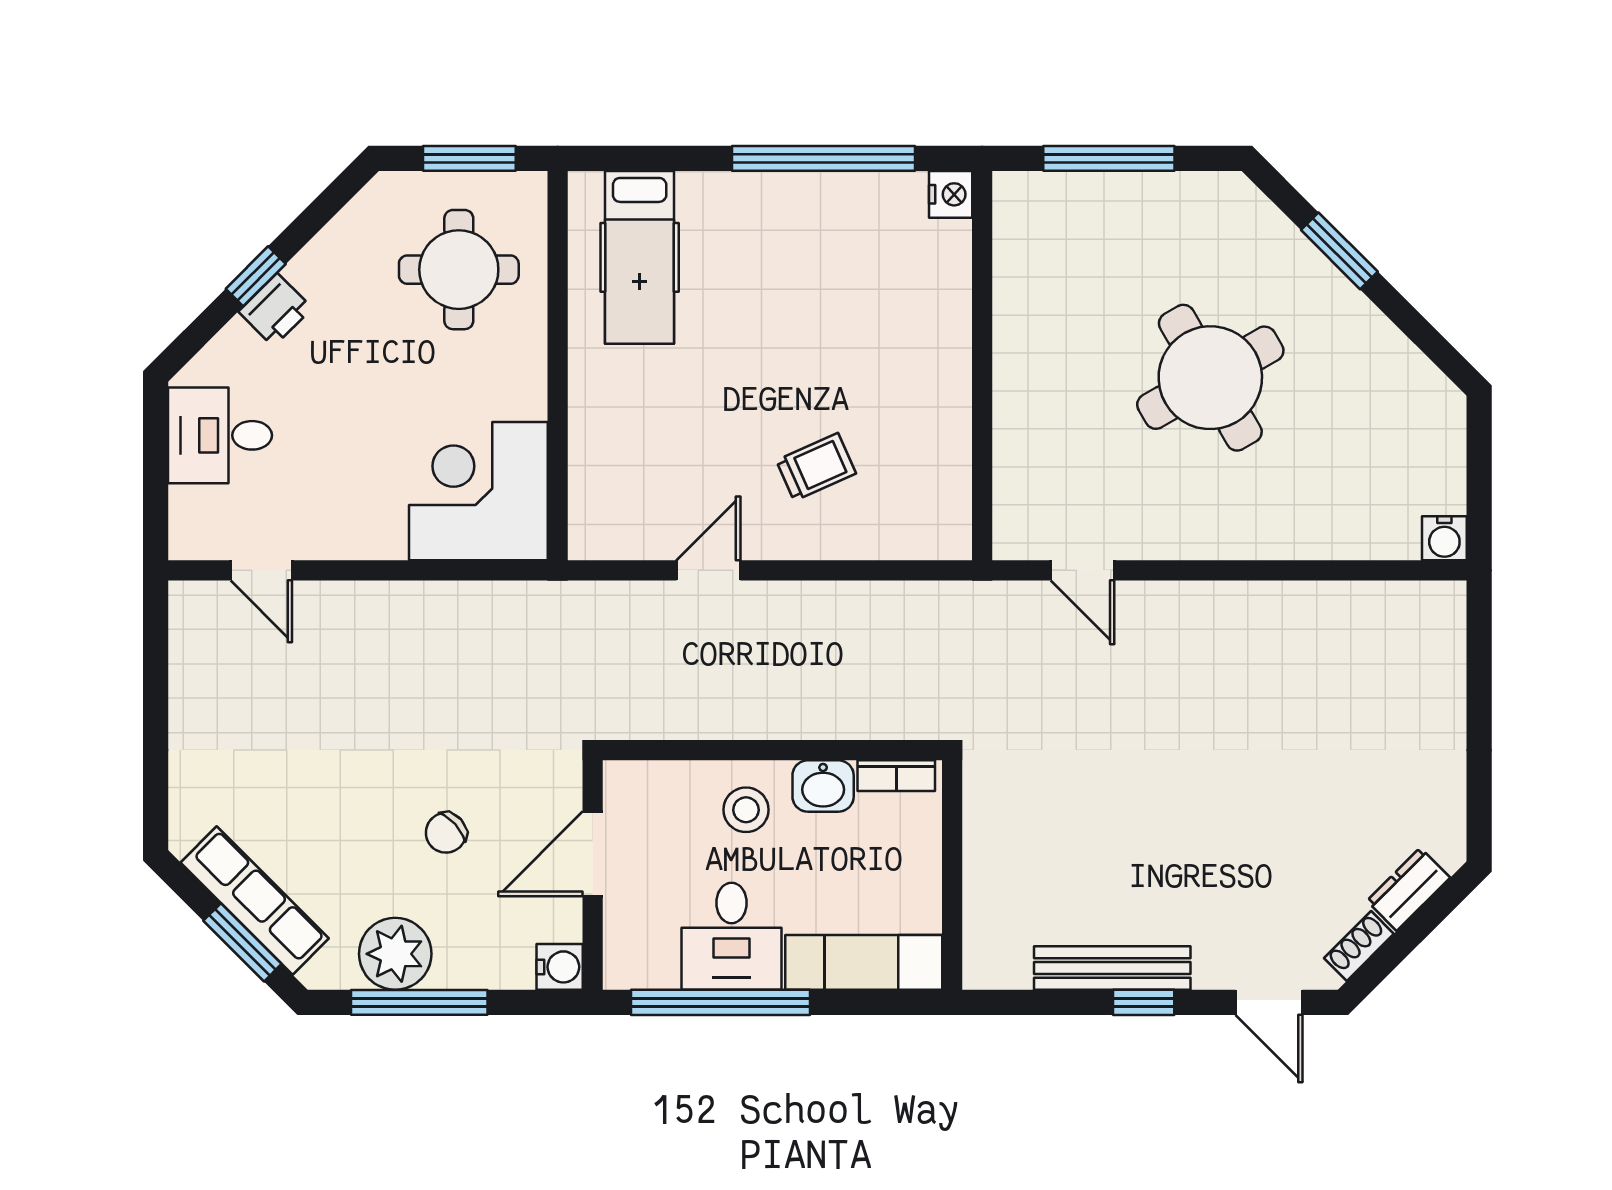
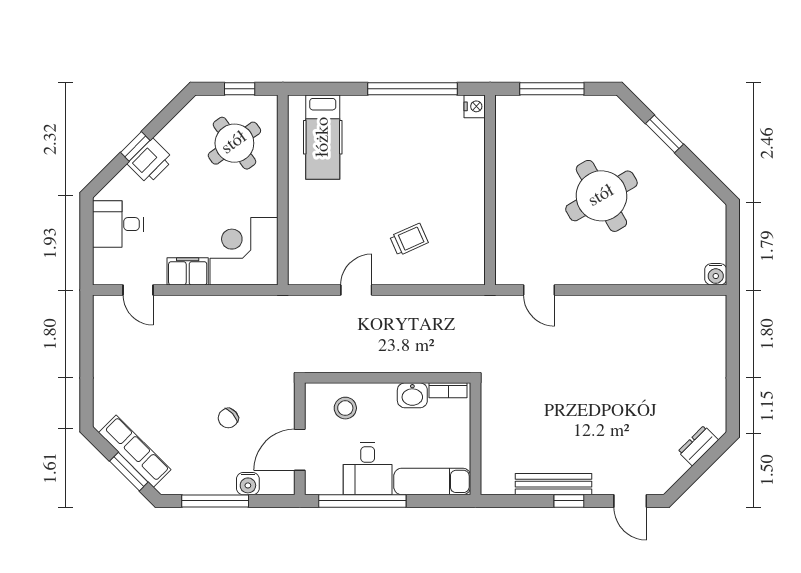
window: (469, 158) -> (240, 89), width x0.67
round table: (459, 270) -> (234, 143), turned -36
printer: (275, 310) -> (150, 161), width x1.36, depth x1.24
filing cabinet: (363, 532) -> (188, 271), added
stool: (746, 810) -> (345, 408), moved
door: (593, 854) -> (300, 450), moved
shoe rack: (1359, 946) -> (674, 473), removed
plant: (395, 954) -> (203, 477), removed
water cooler: (560, 967) -> (248, 484), moved, turned 90

